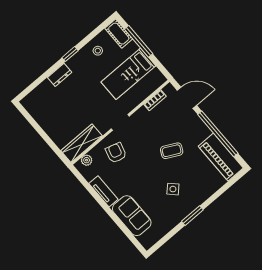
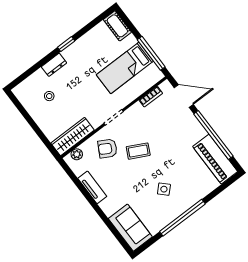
window: (139, 41) -> (151, 53), moved
stool: (98, 51) -> (49, 96), moved
coffee table: (172, 151) -> (138, 151), moved
armchair: (116, 153) -> (107, 148), turned -77
sofa: (132, 216) -> (130, 228), moved
window: (192, 216) -> (182, 218), width x2.11

